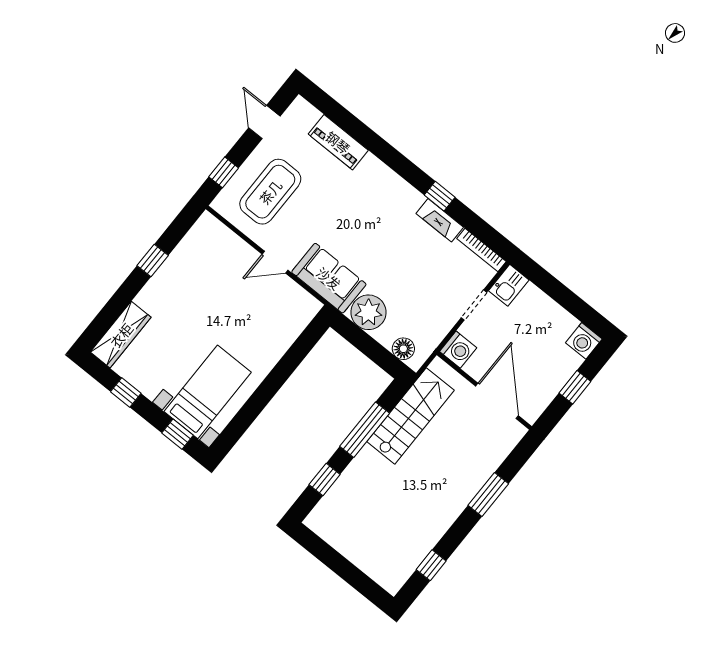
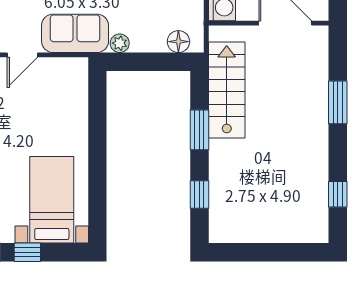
plant: (369, 312) -> (120, 43), width x0.53, depth x0.53
window: (365, 430) -> (199, 130), width x0.69
window: (177, 434) -> (27, 252), moved

